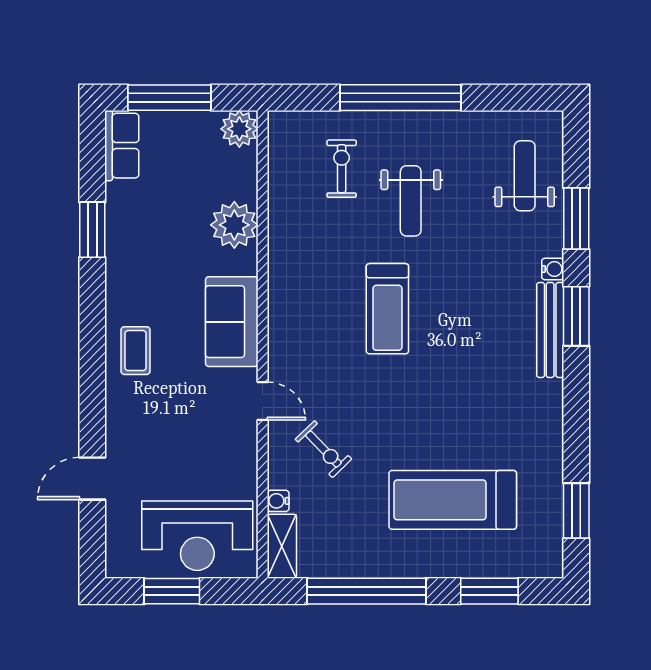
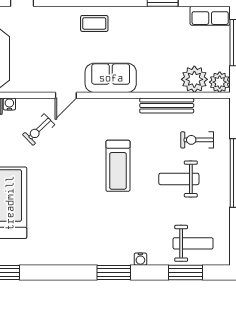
exercise bike: (342, 169) -> (197, 140), turned 180
window: (576, 218) -> (185, 272), moved
plant: (234, 225) -> (194, 79), moved
treadmill: (387, 309) -> (118, 166), turned -90
bench: (550, 330) -> (167, 105), moved

